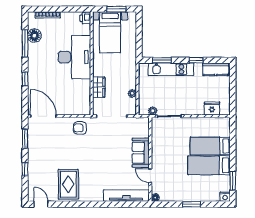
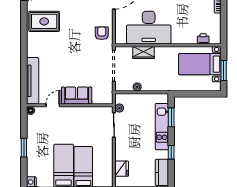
printer: (85, 18) -> (203, 39), moved
desk: (74, 57) -> (149, 28), moved

